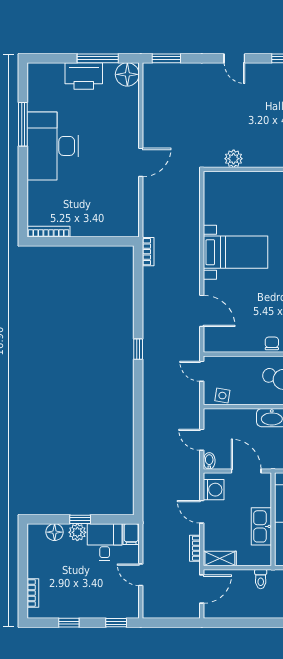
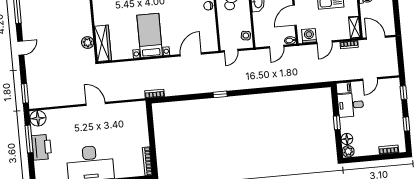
wardrobe: (230, 181) -> (103, 43), added
plant: (77, 532) -> (348, 151), moved

